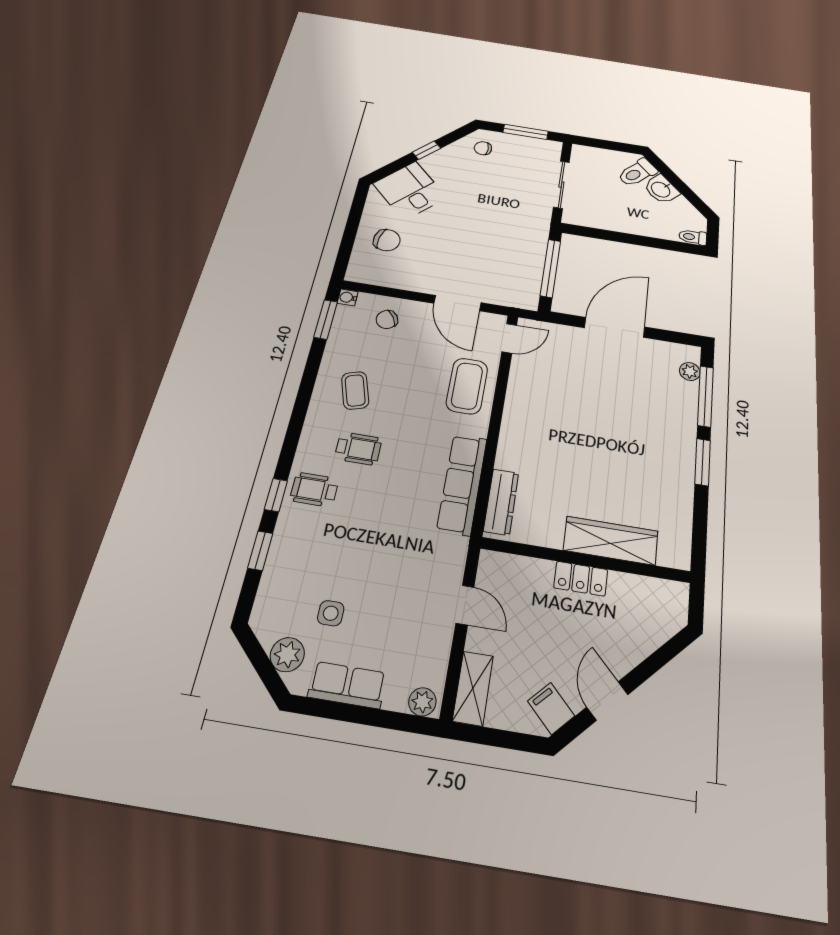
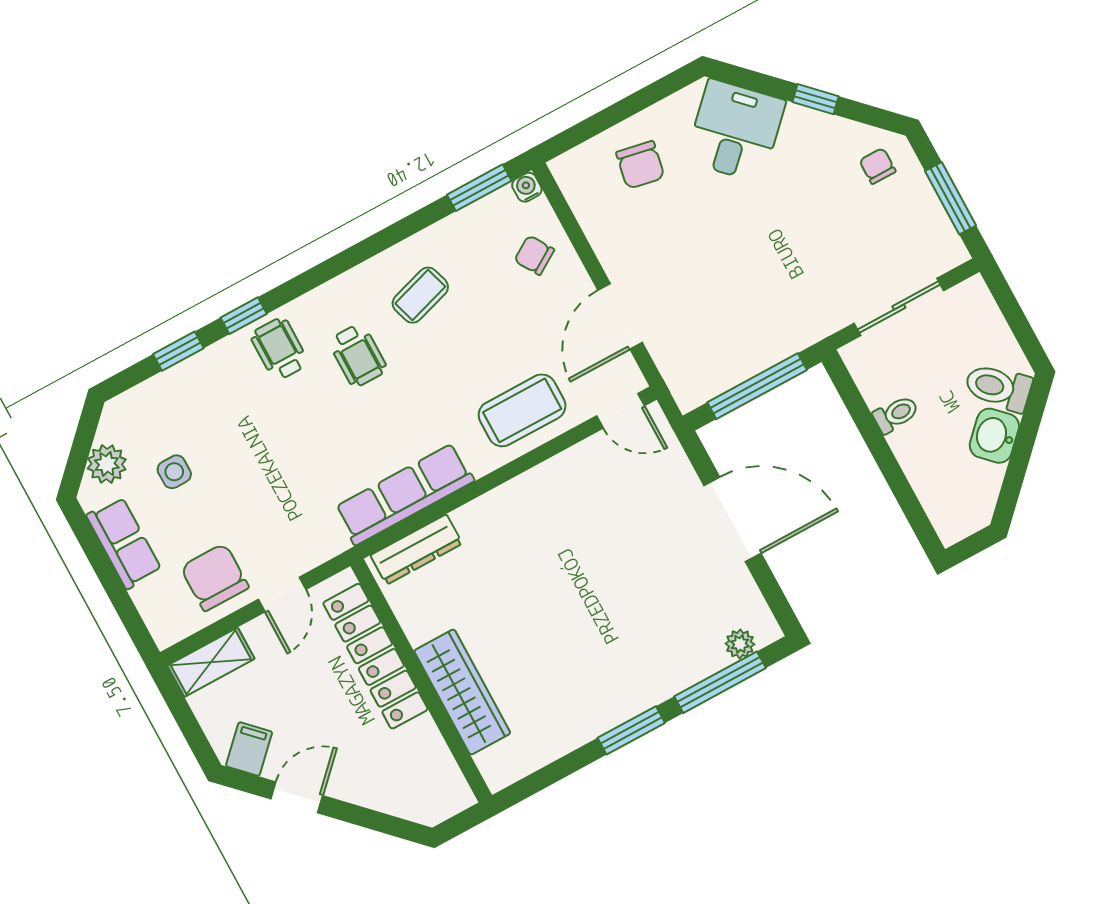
toilet: (693, 237) -> (896, 414), moved, turned 90
locker: (581, 579) -> (375, 656), width x2.16, depth x1.21
chair: (419, 641) -> (215, 577), added
plant: (422, 702) -> (163, 624), removed

